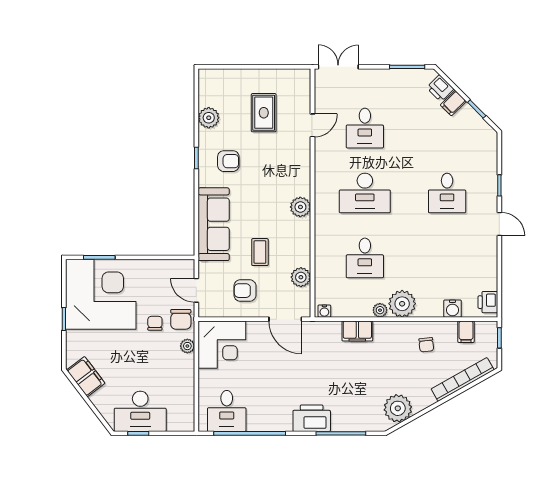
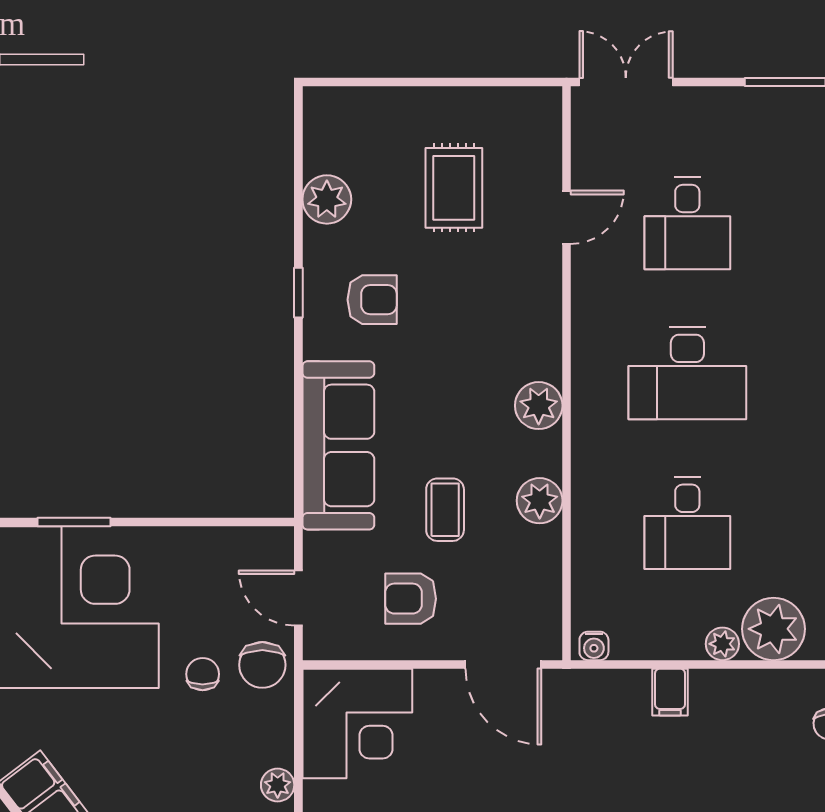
plant: (301, 277) -> (540, 501), moved
filing cabinet: (357, 331) -> (670, 692), width x0.50
plant: (187, 346) -> (278, 785), moved

